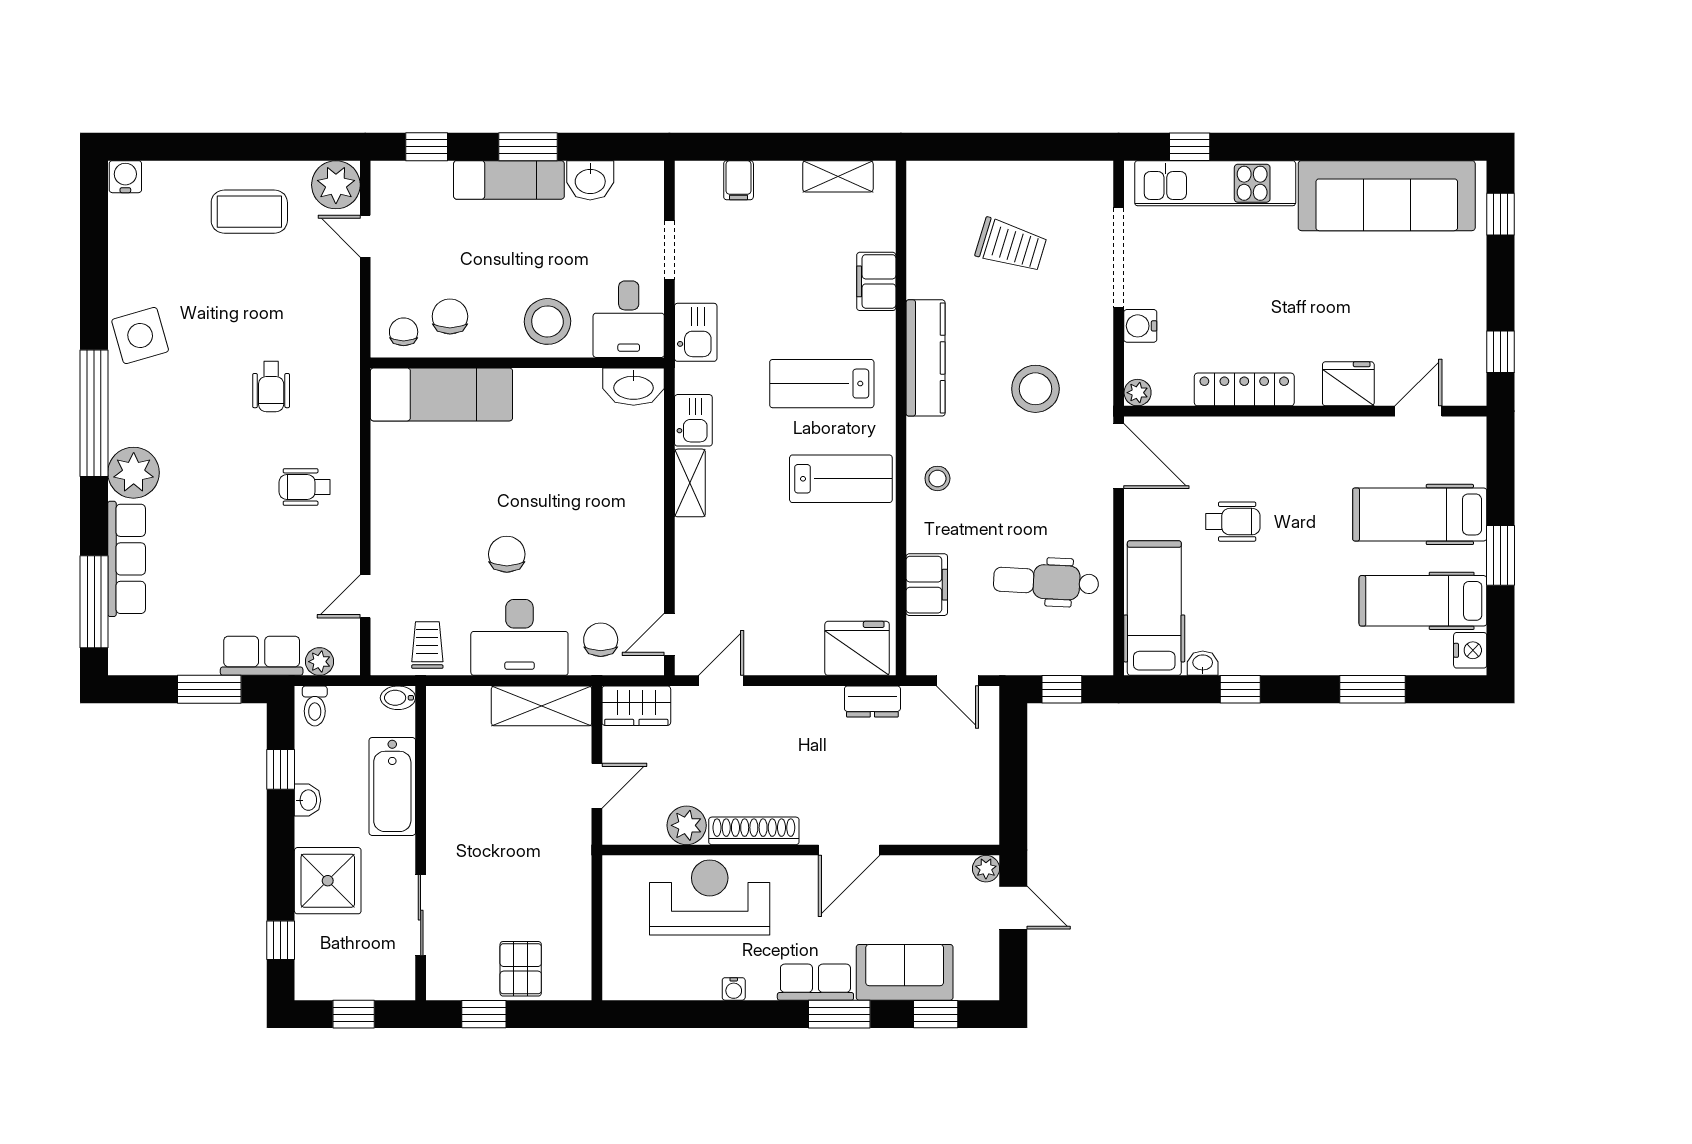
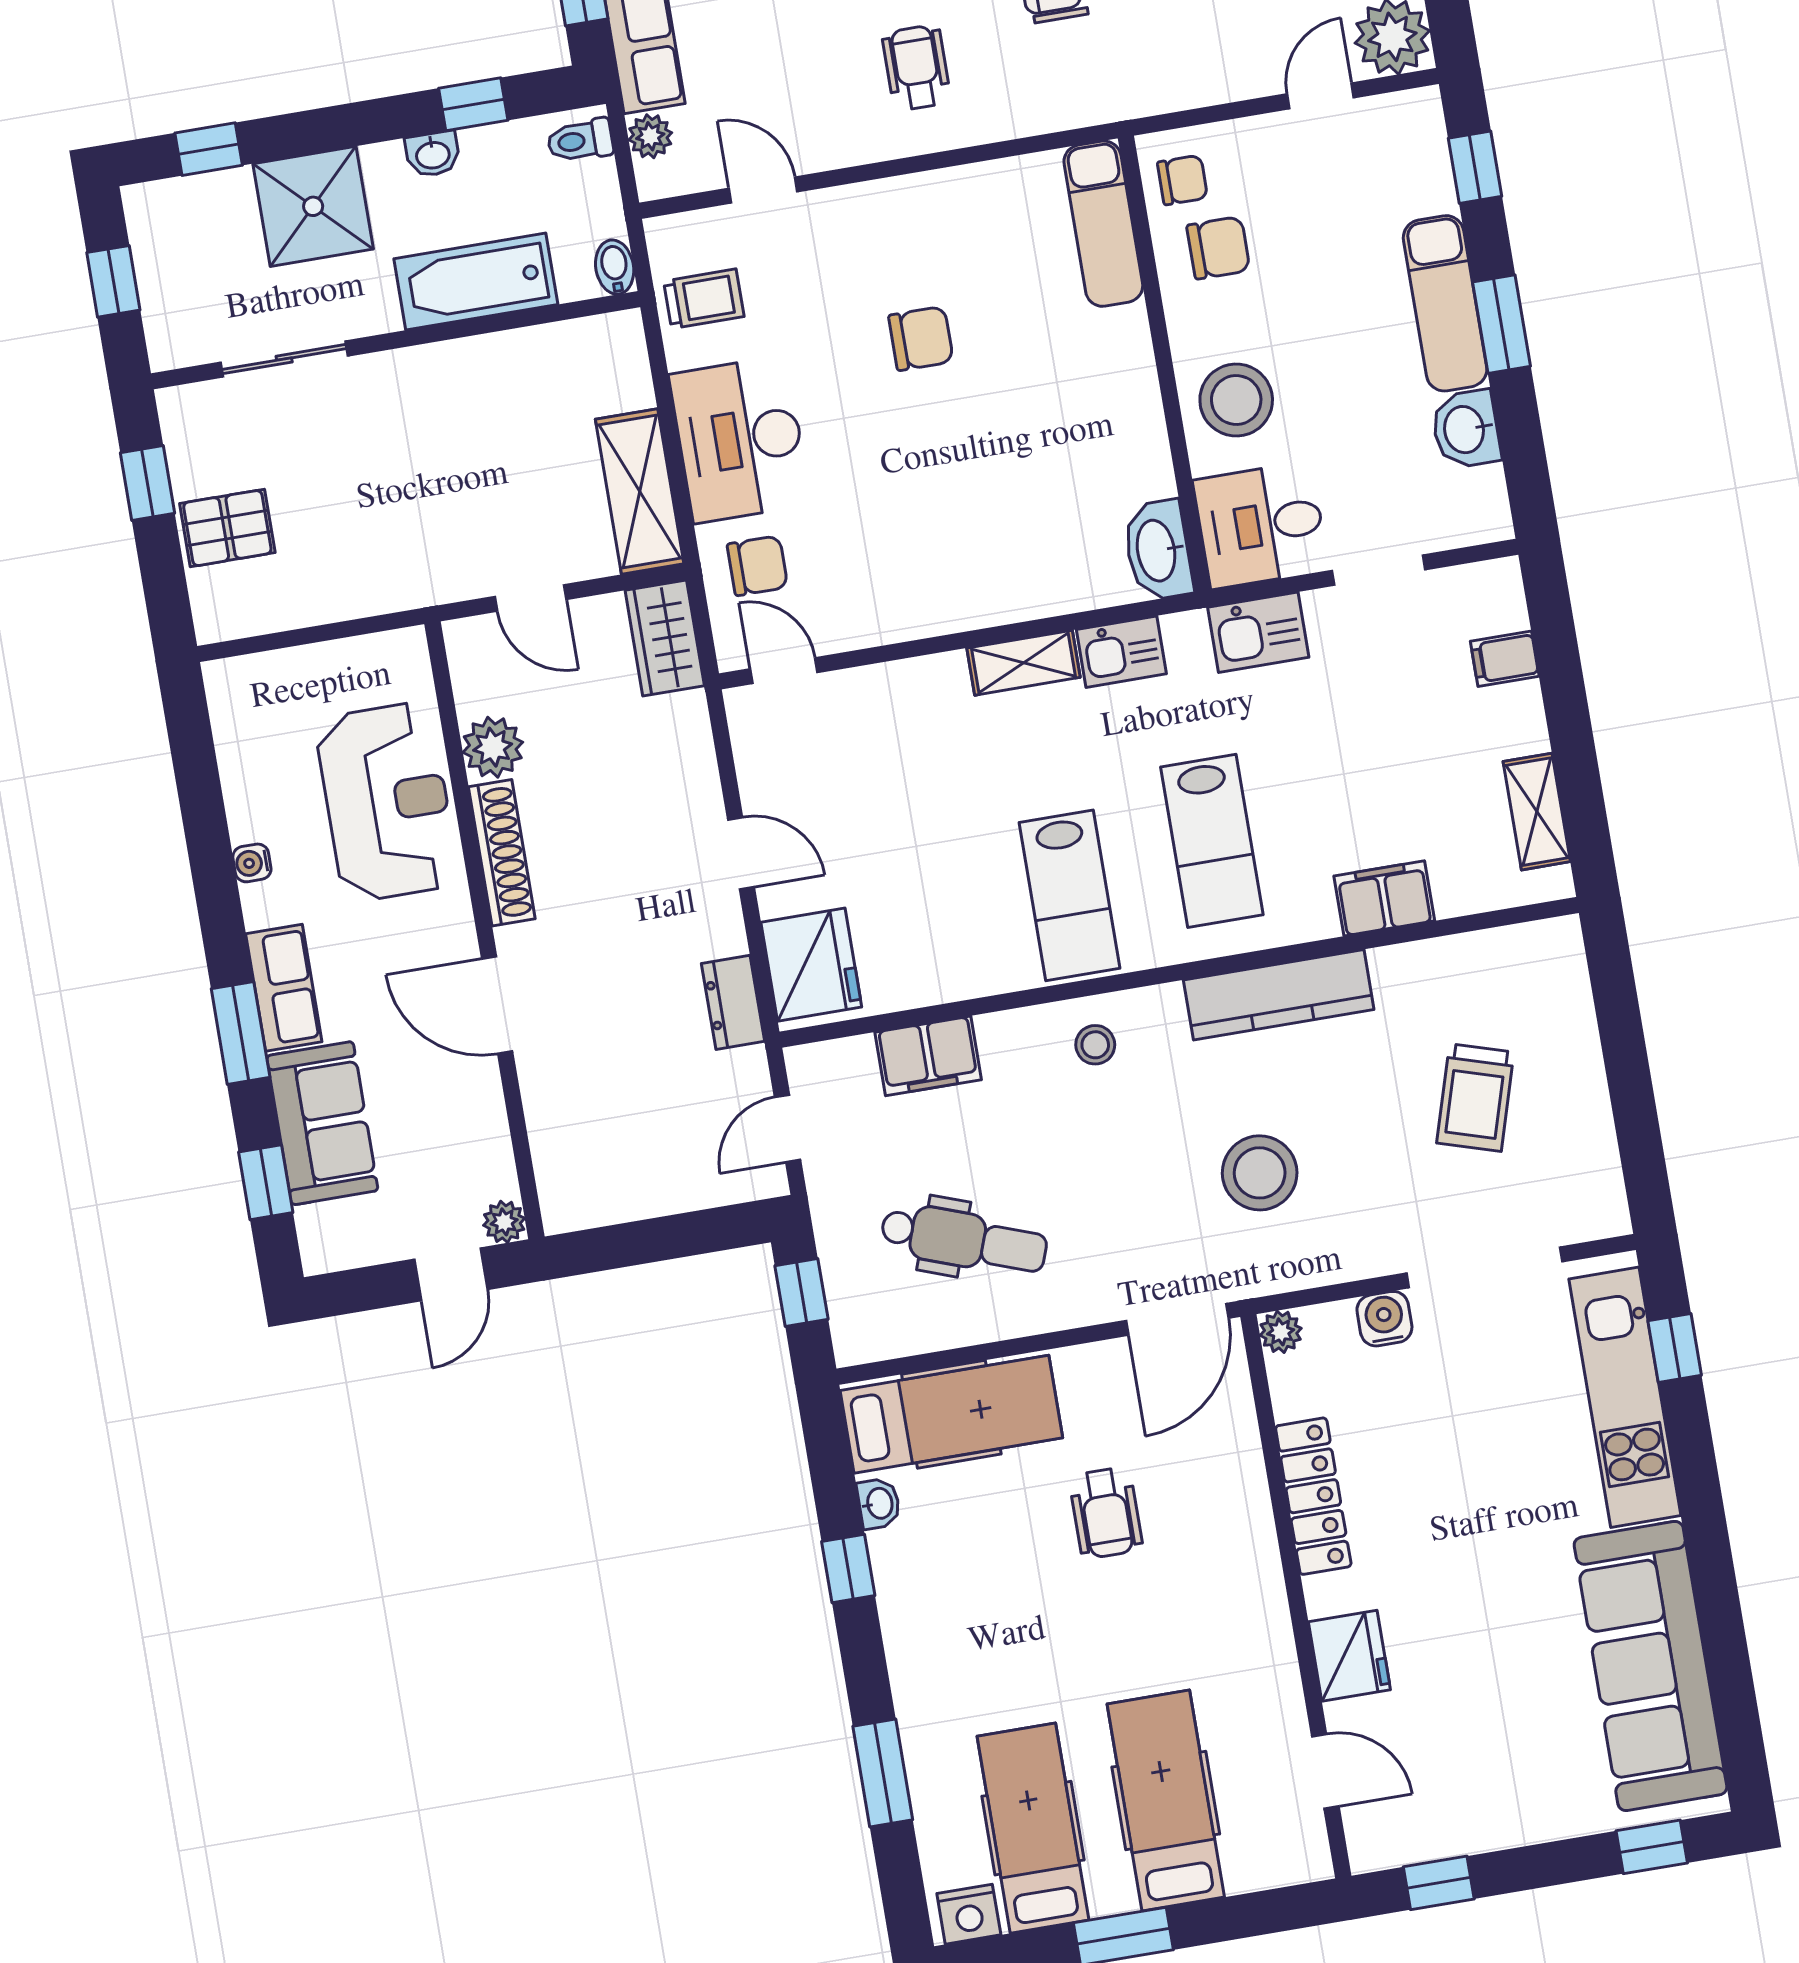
lab bench: (822, 384) -> (1212, 841), turned 180
exam couch: (441, 394) -> (1103, 224), width x0.73, depth x0.69
chair: (507, 554) -> (921, 338), moved
dental chair: (1046, 582) -> (964, 1240), turned 107
door: (721, 681) -> (741, 853), moved

